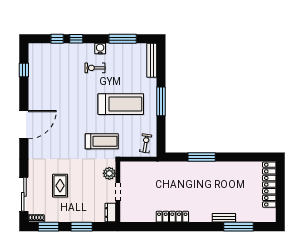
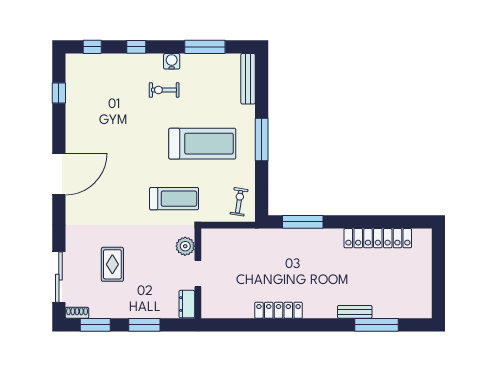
window: (57, 39) -> (92, 47), moved
window: (202, 157) -> (303, 222), moved
locker: (269, 185) -> (378, 238), moved, turned -90

